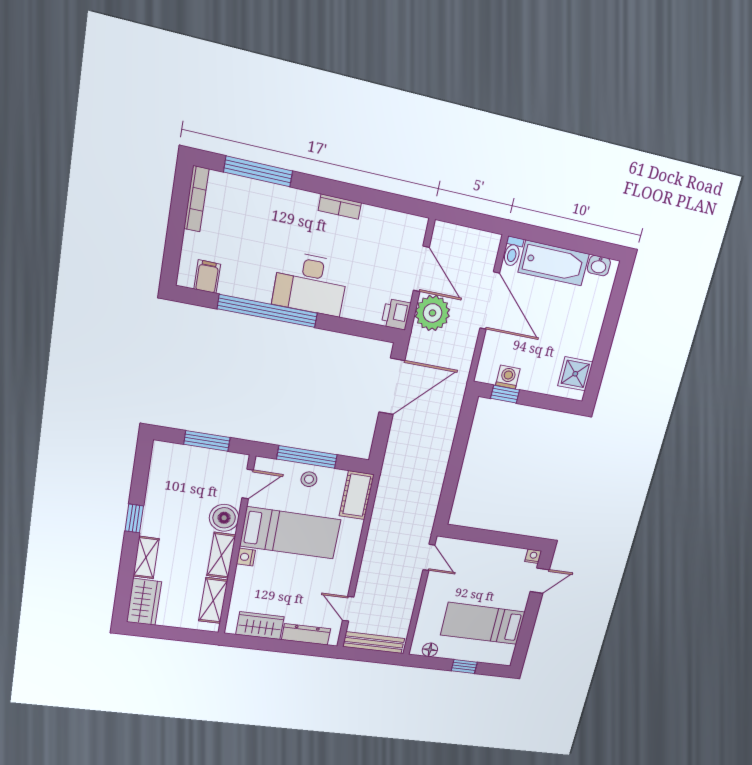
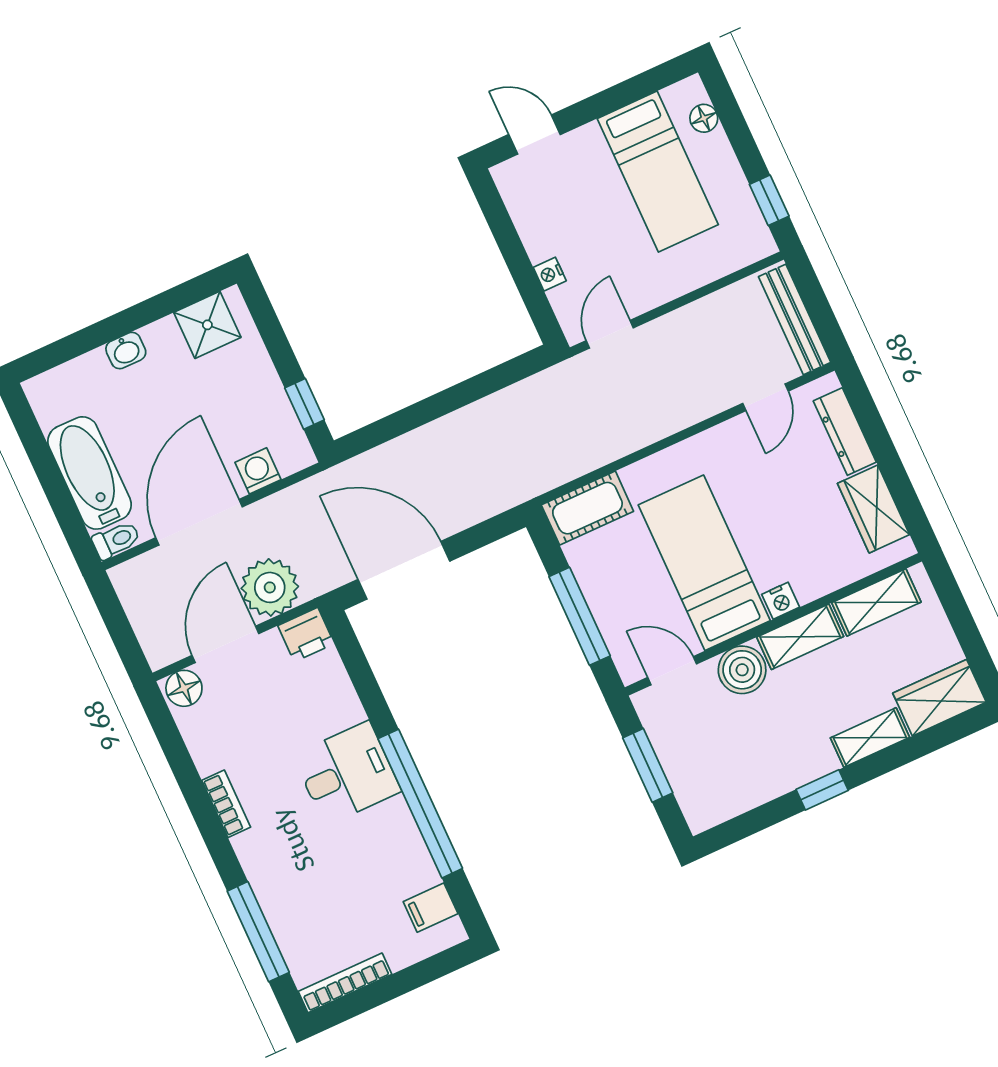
floor lamp: (415, 230) -> (184, 688), added
washbasin: (599, 266) -> (126, 351), moved, turned 90
desk: (311, 284) -> (347, 773), width x0.73
washing machine: (508, 377) -> (258, 471), moved, turned 90
stool: (309, 479) -> (609, 591), removed
nightstand: (533, 556) -> (550, 274), moved
floor lamp: (430, 650) -> (704, 118), moved
window: (464, 666) -> (769, 200), moved

